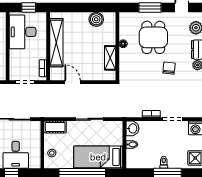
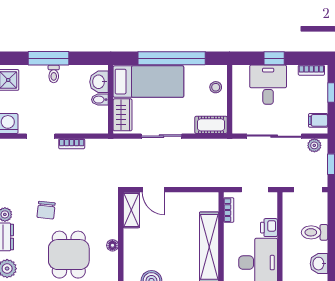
printer: (15, 56) -> (269, 228), added
shelving: (110, 58) -> (131, 210), moved
door: (73, 82) -> (153, 190), moved
washbasin: (132, 128) -> (99, 82), moved
wardrobe: (116, 134) -> (123, 115), added

